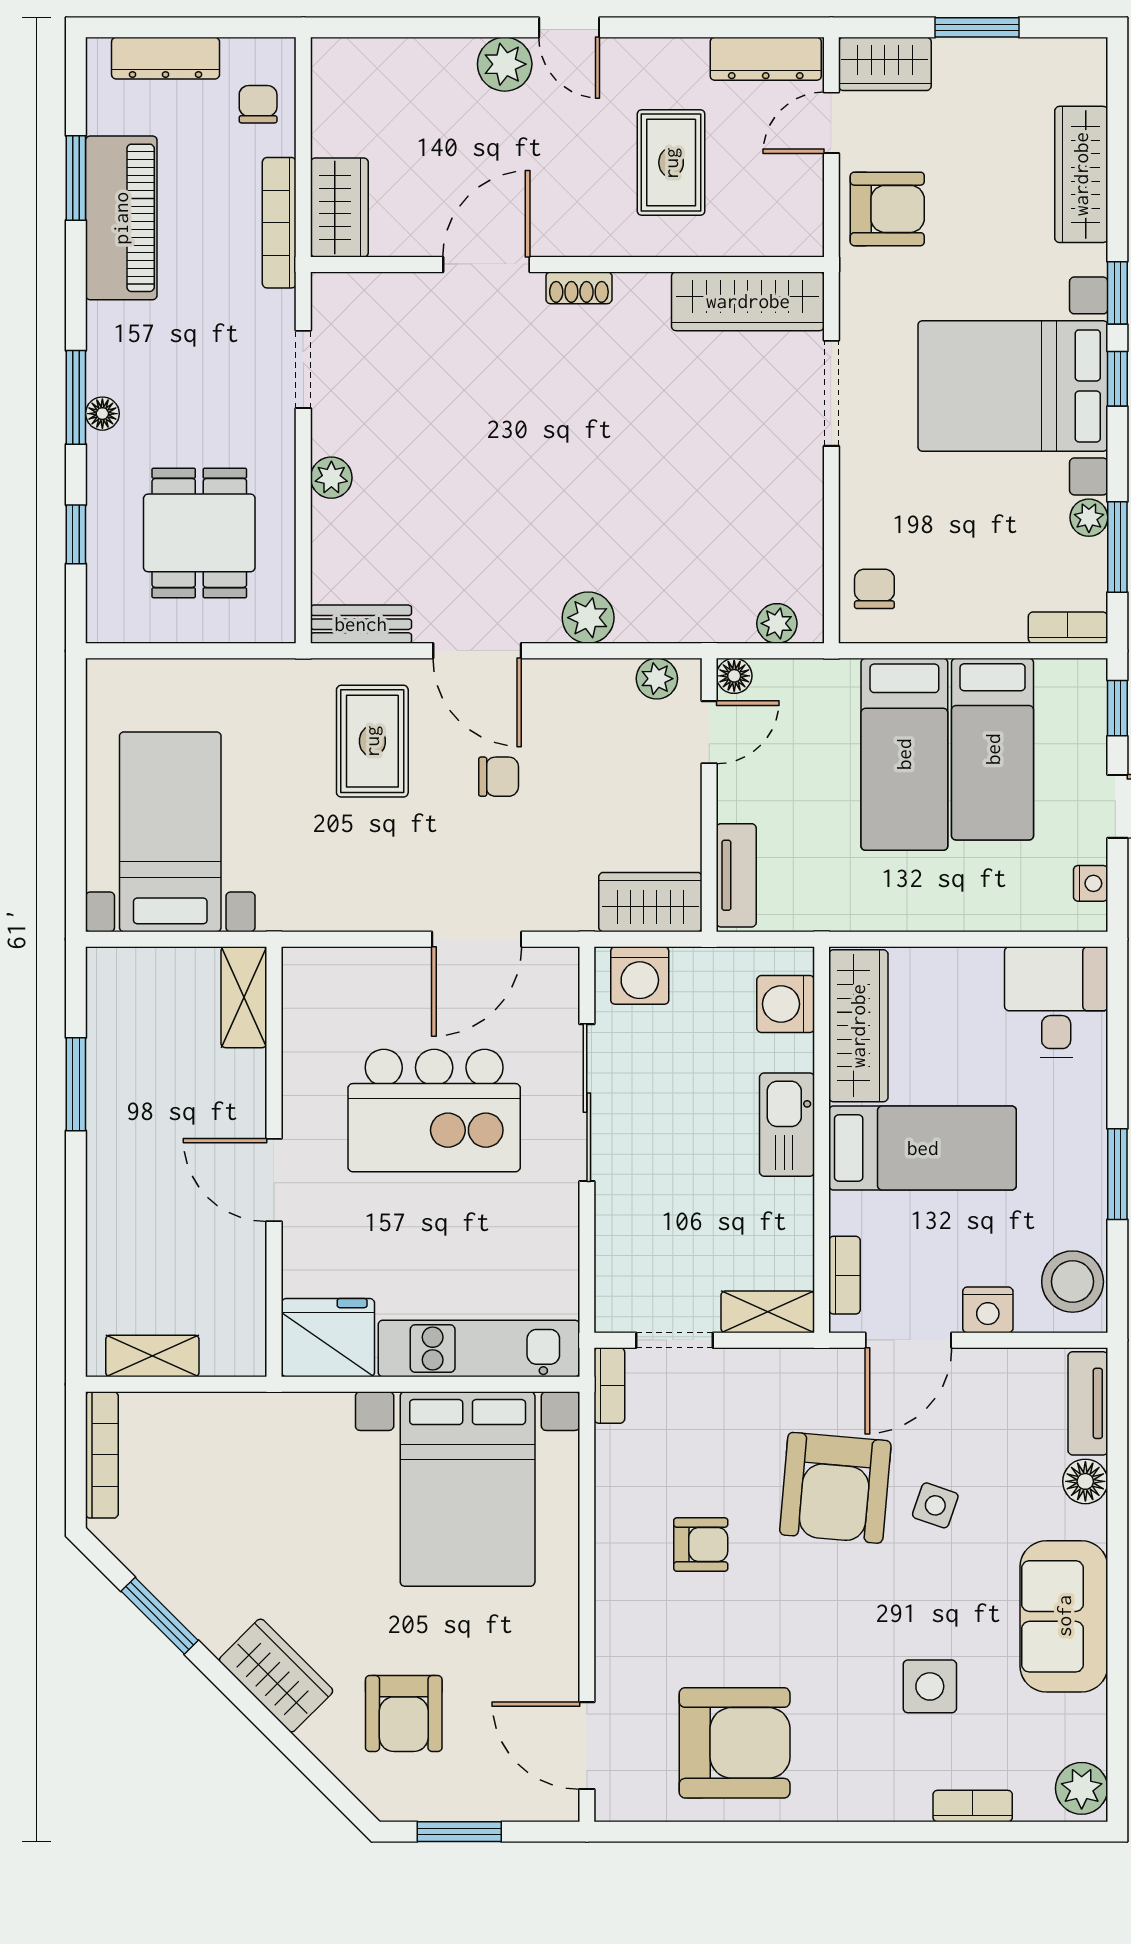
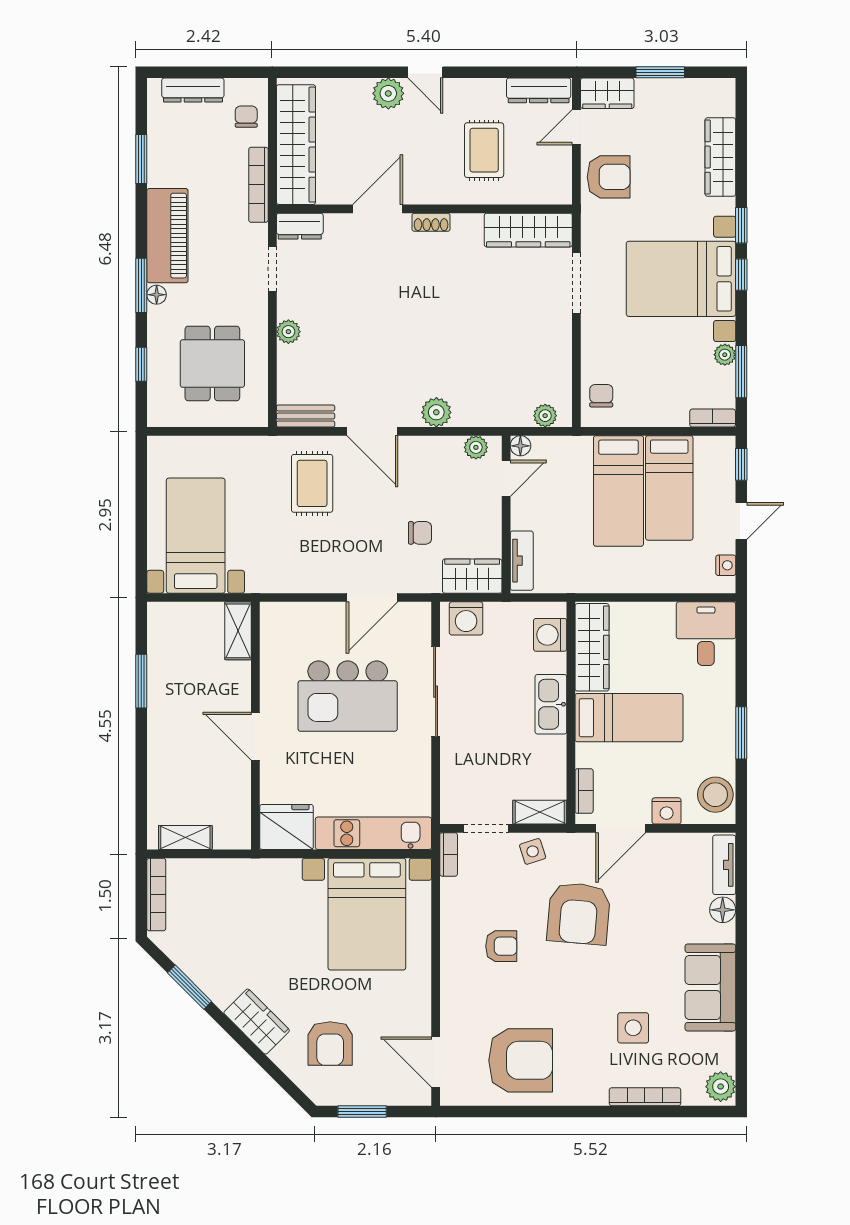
wardrobe: (339, 207) -> (296, 145), width x2.10, depth x1.17
piano: (121, 218) -> (167, 236), moved
dresser: (351, 295) -> (300, 226), added
chair: (499, 777) -> (420, 533), moved
side table: (935, 1505) -> (533, 851), moved, turned -37
bookcase: (973, 1806) -> (645, 1097), width x1.56

